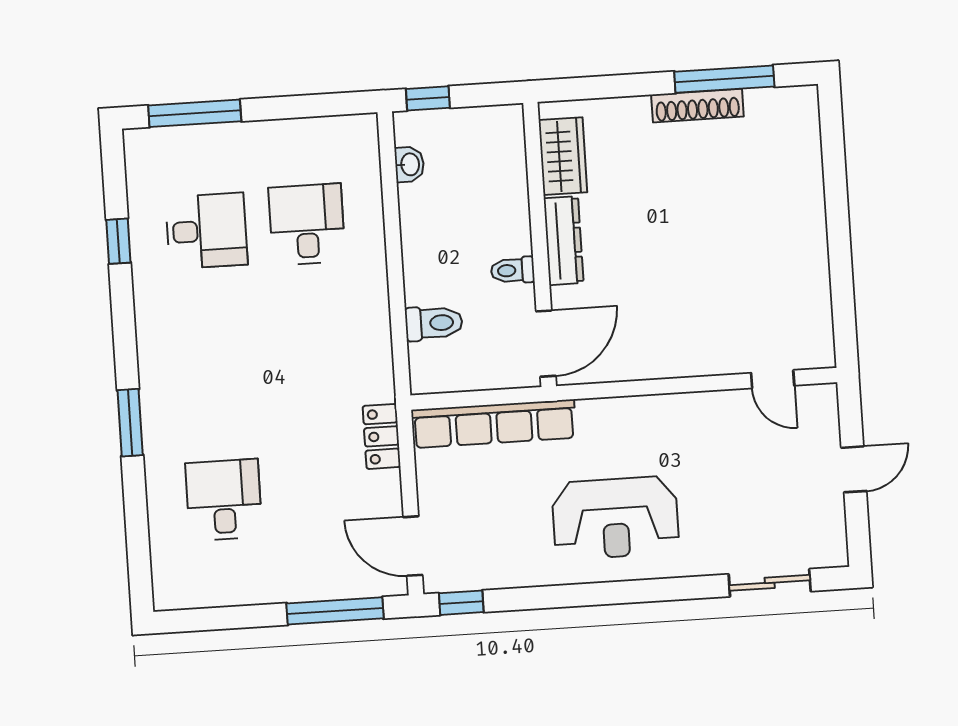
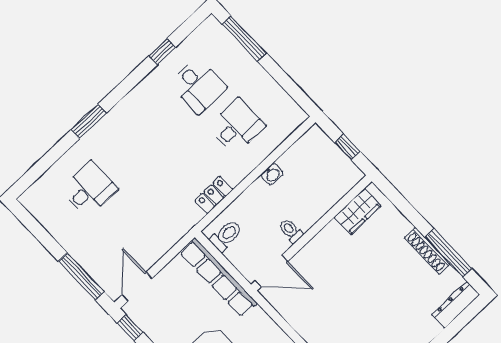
window: (428, 98) -> (348, 147), moved
washbasin: (409, 164) -> (272, 174), moved
dresser: (564, 241) -> (456, 305), moved, turned 180
toilet: (434, 323) -> (226, 236), moved, turned -90
locker: (382, 436) -> (214, 195), moved

